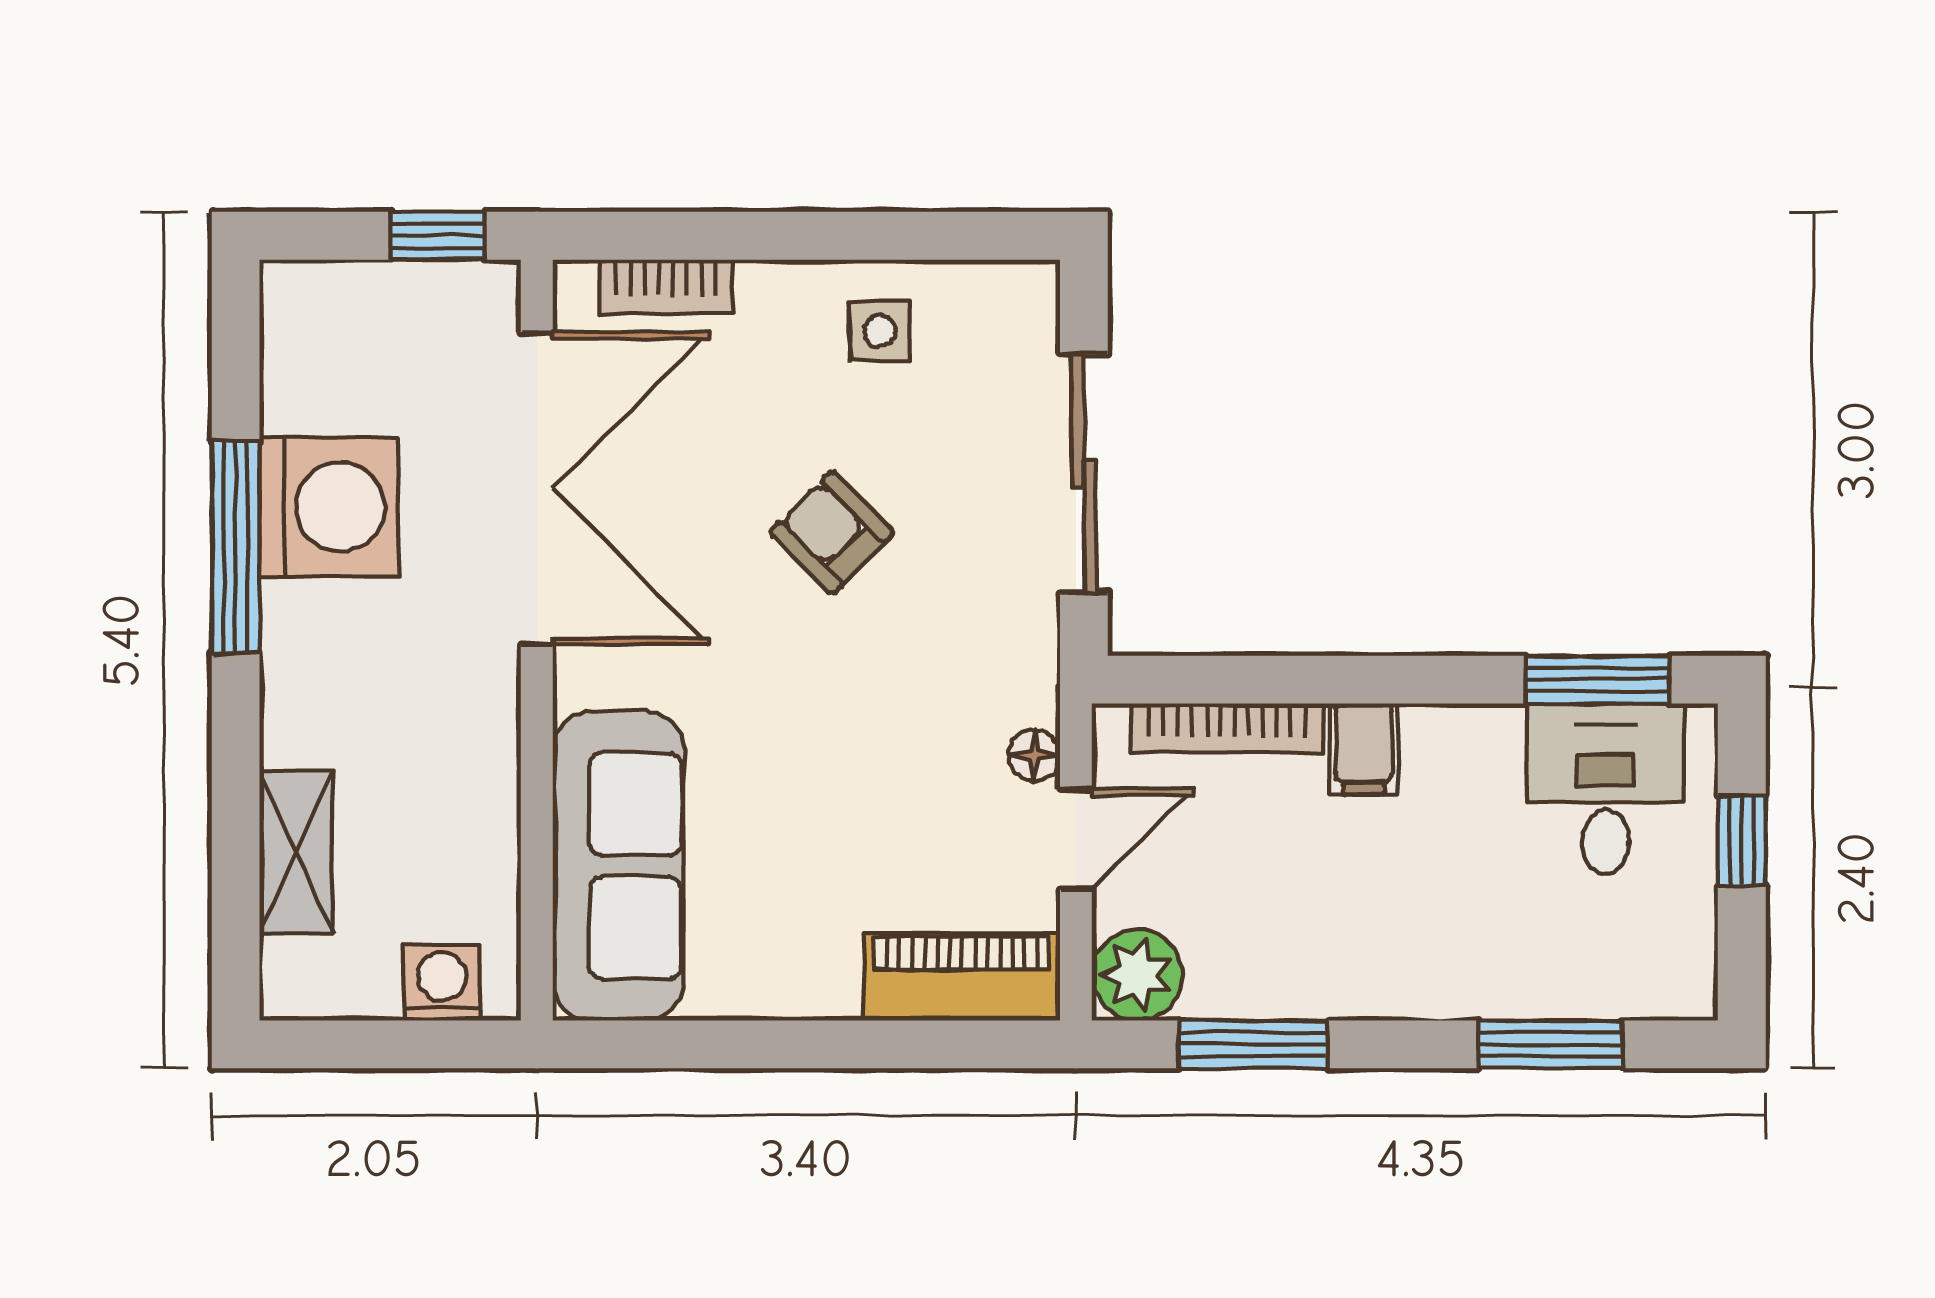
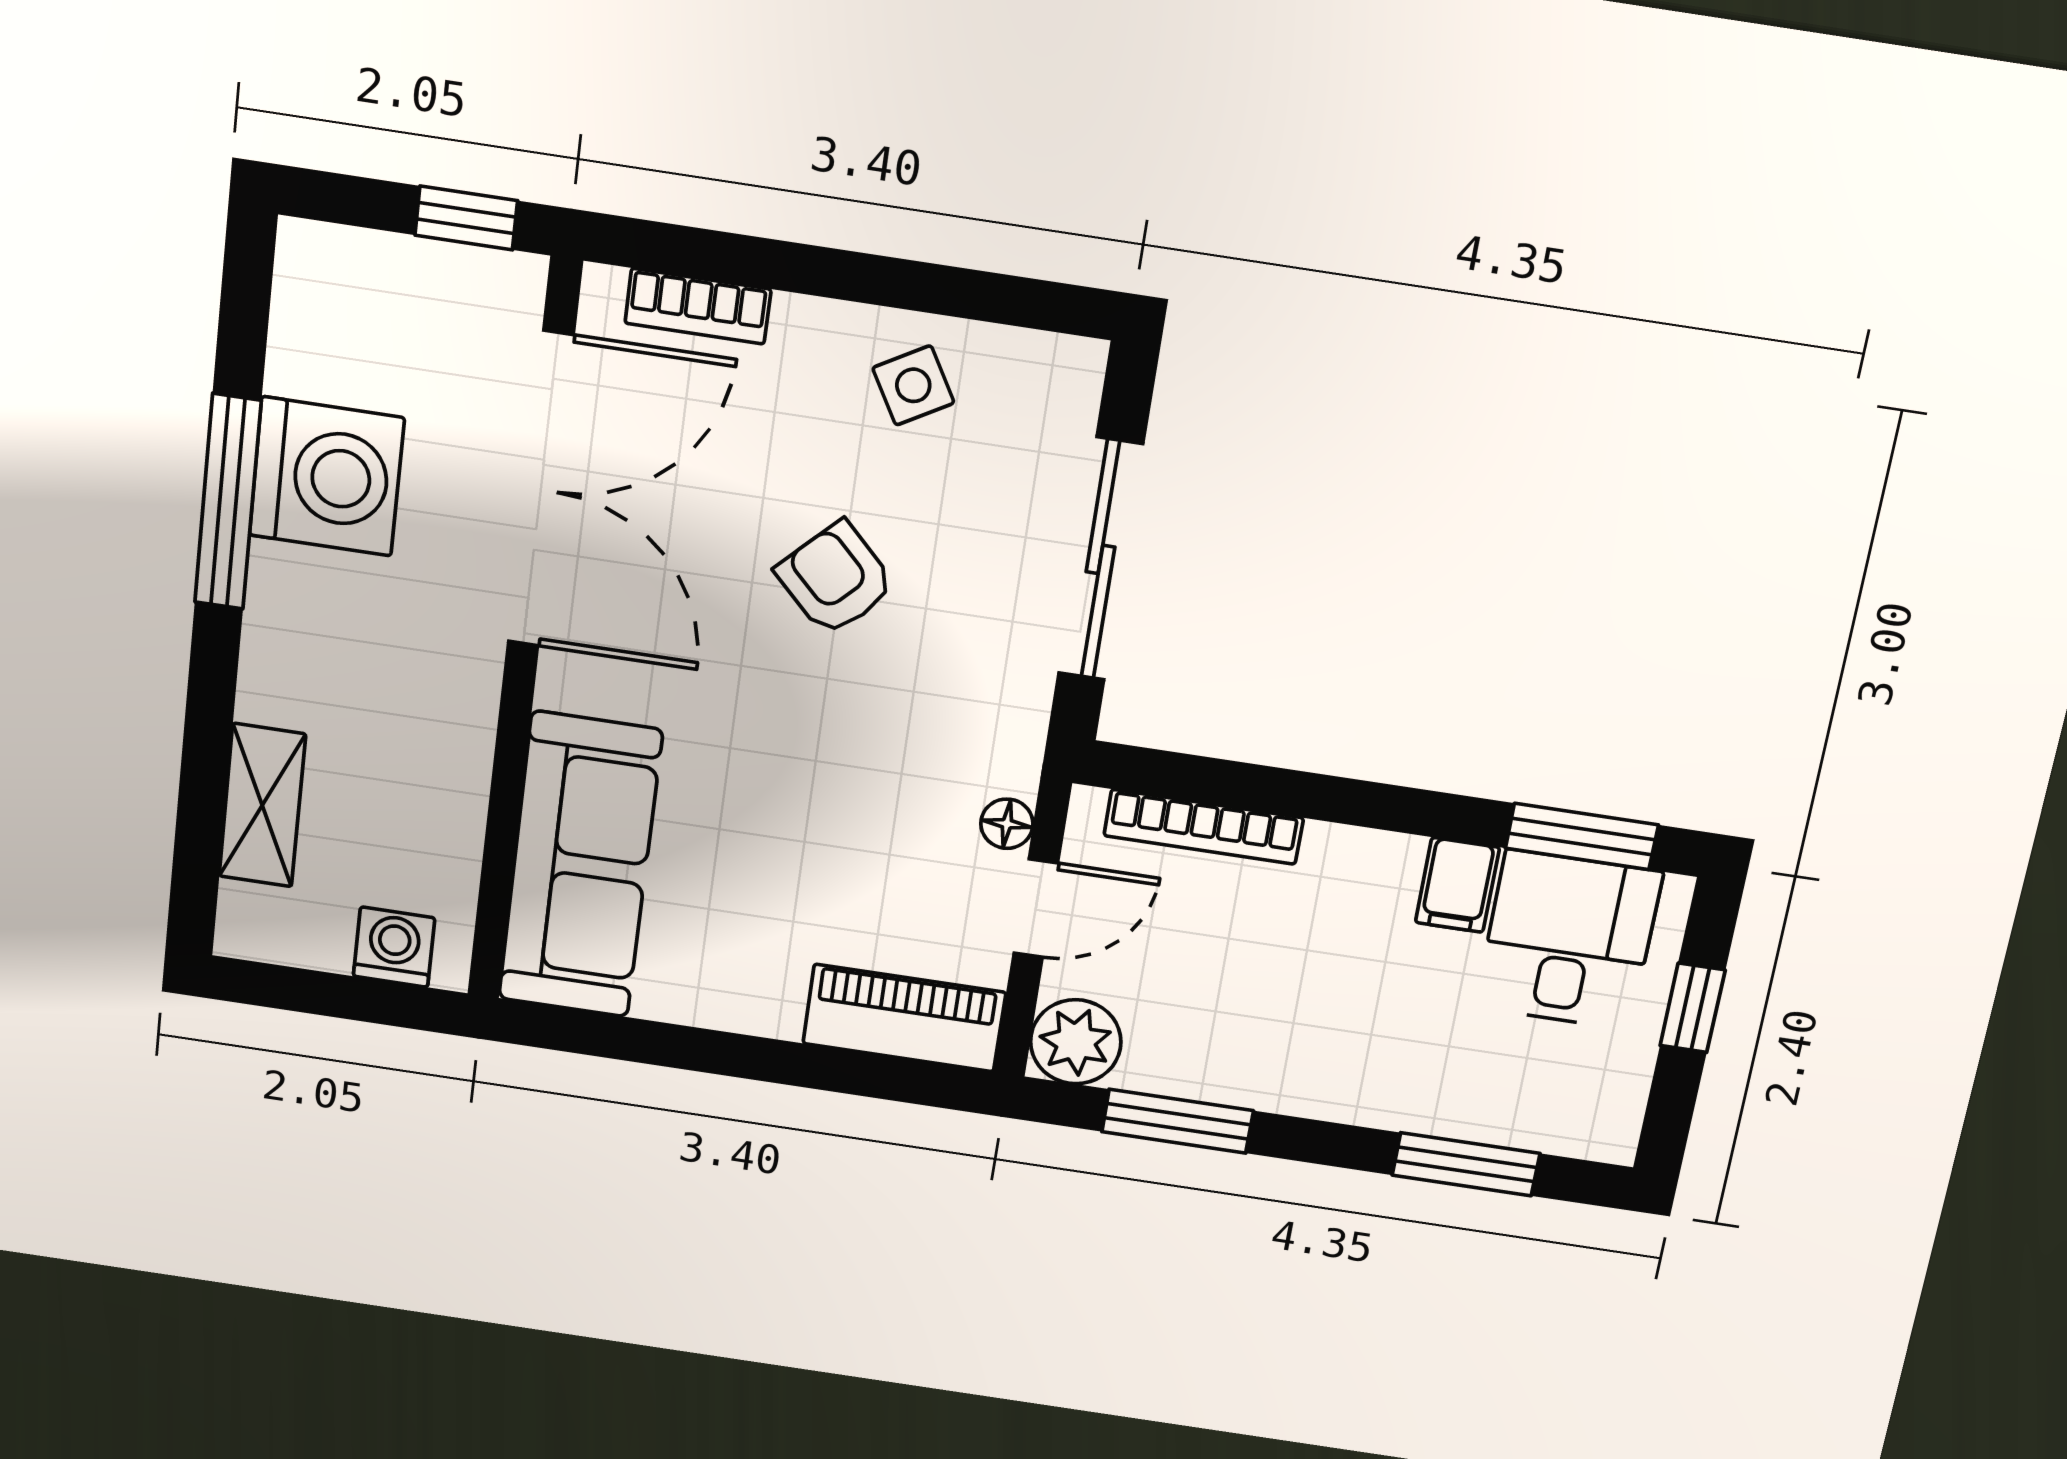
side table: (880, 331) -> (913, 385), turned -30
filing cabinet: (1364, 749) -> (1457, 885), moved

